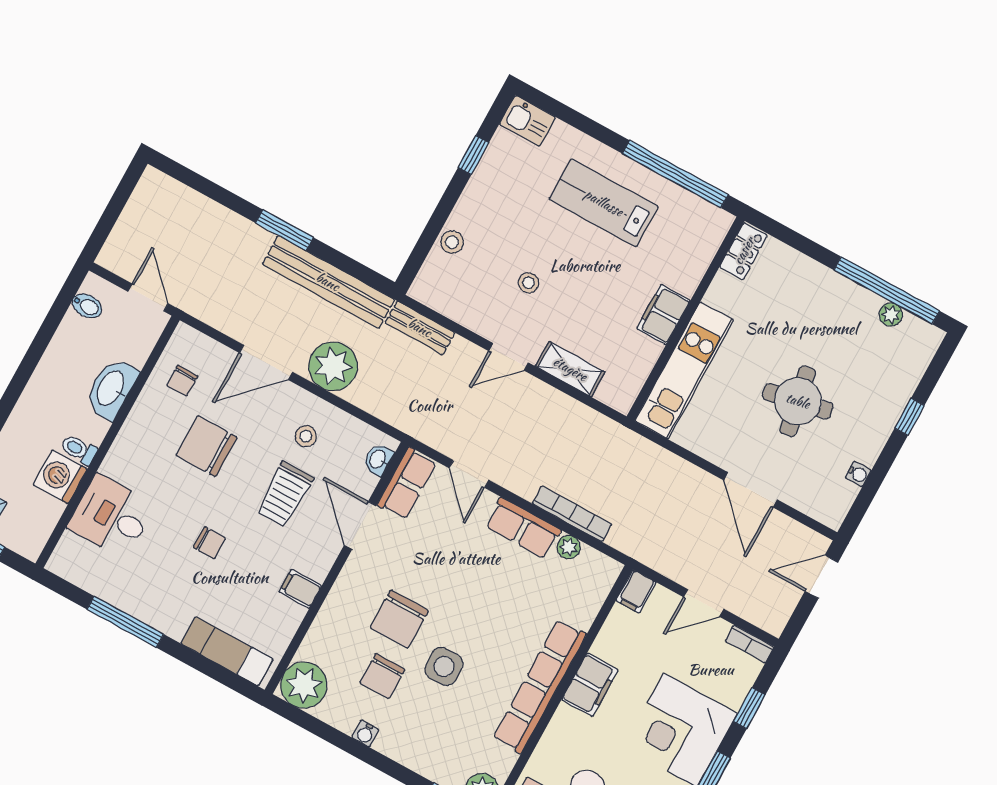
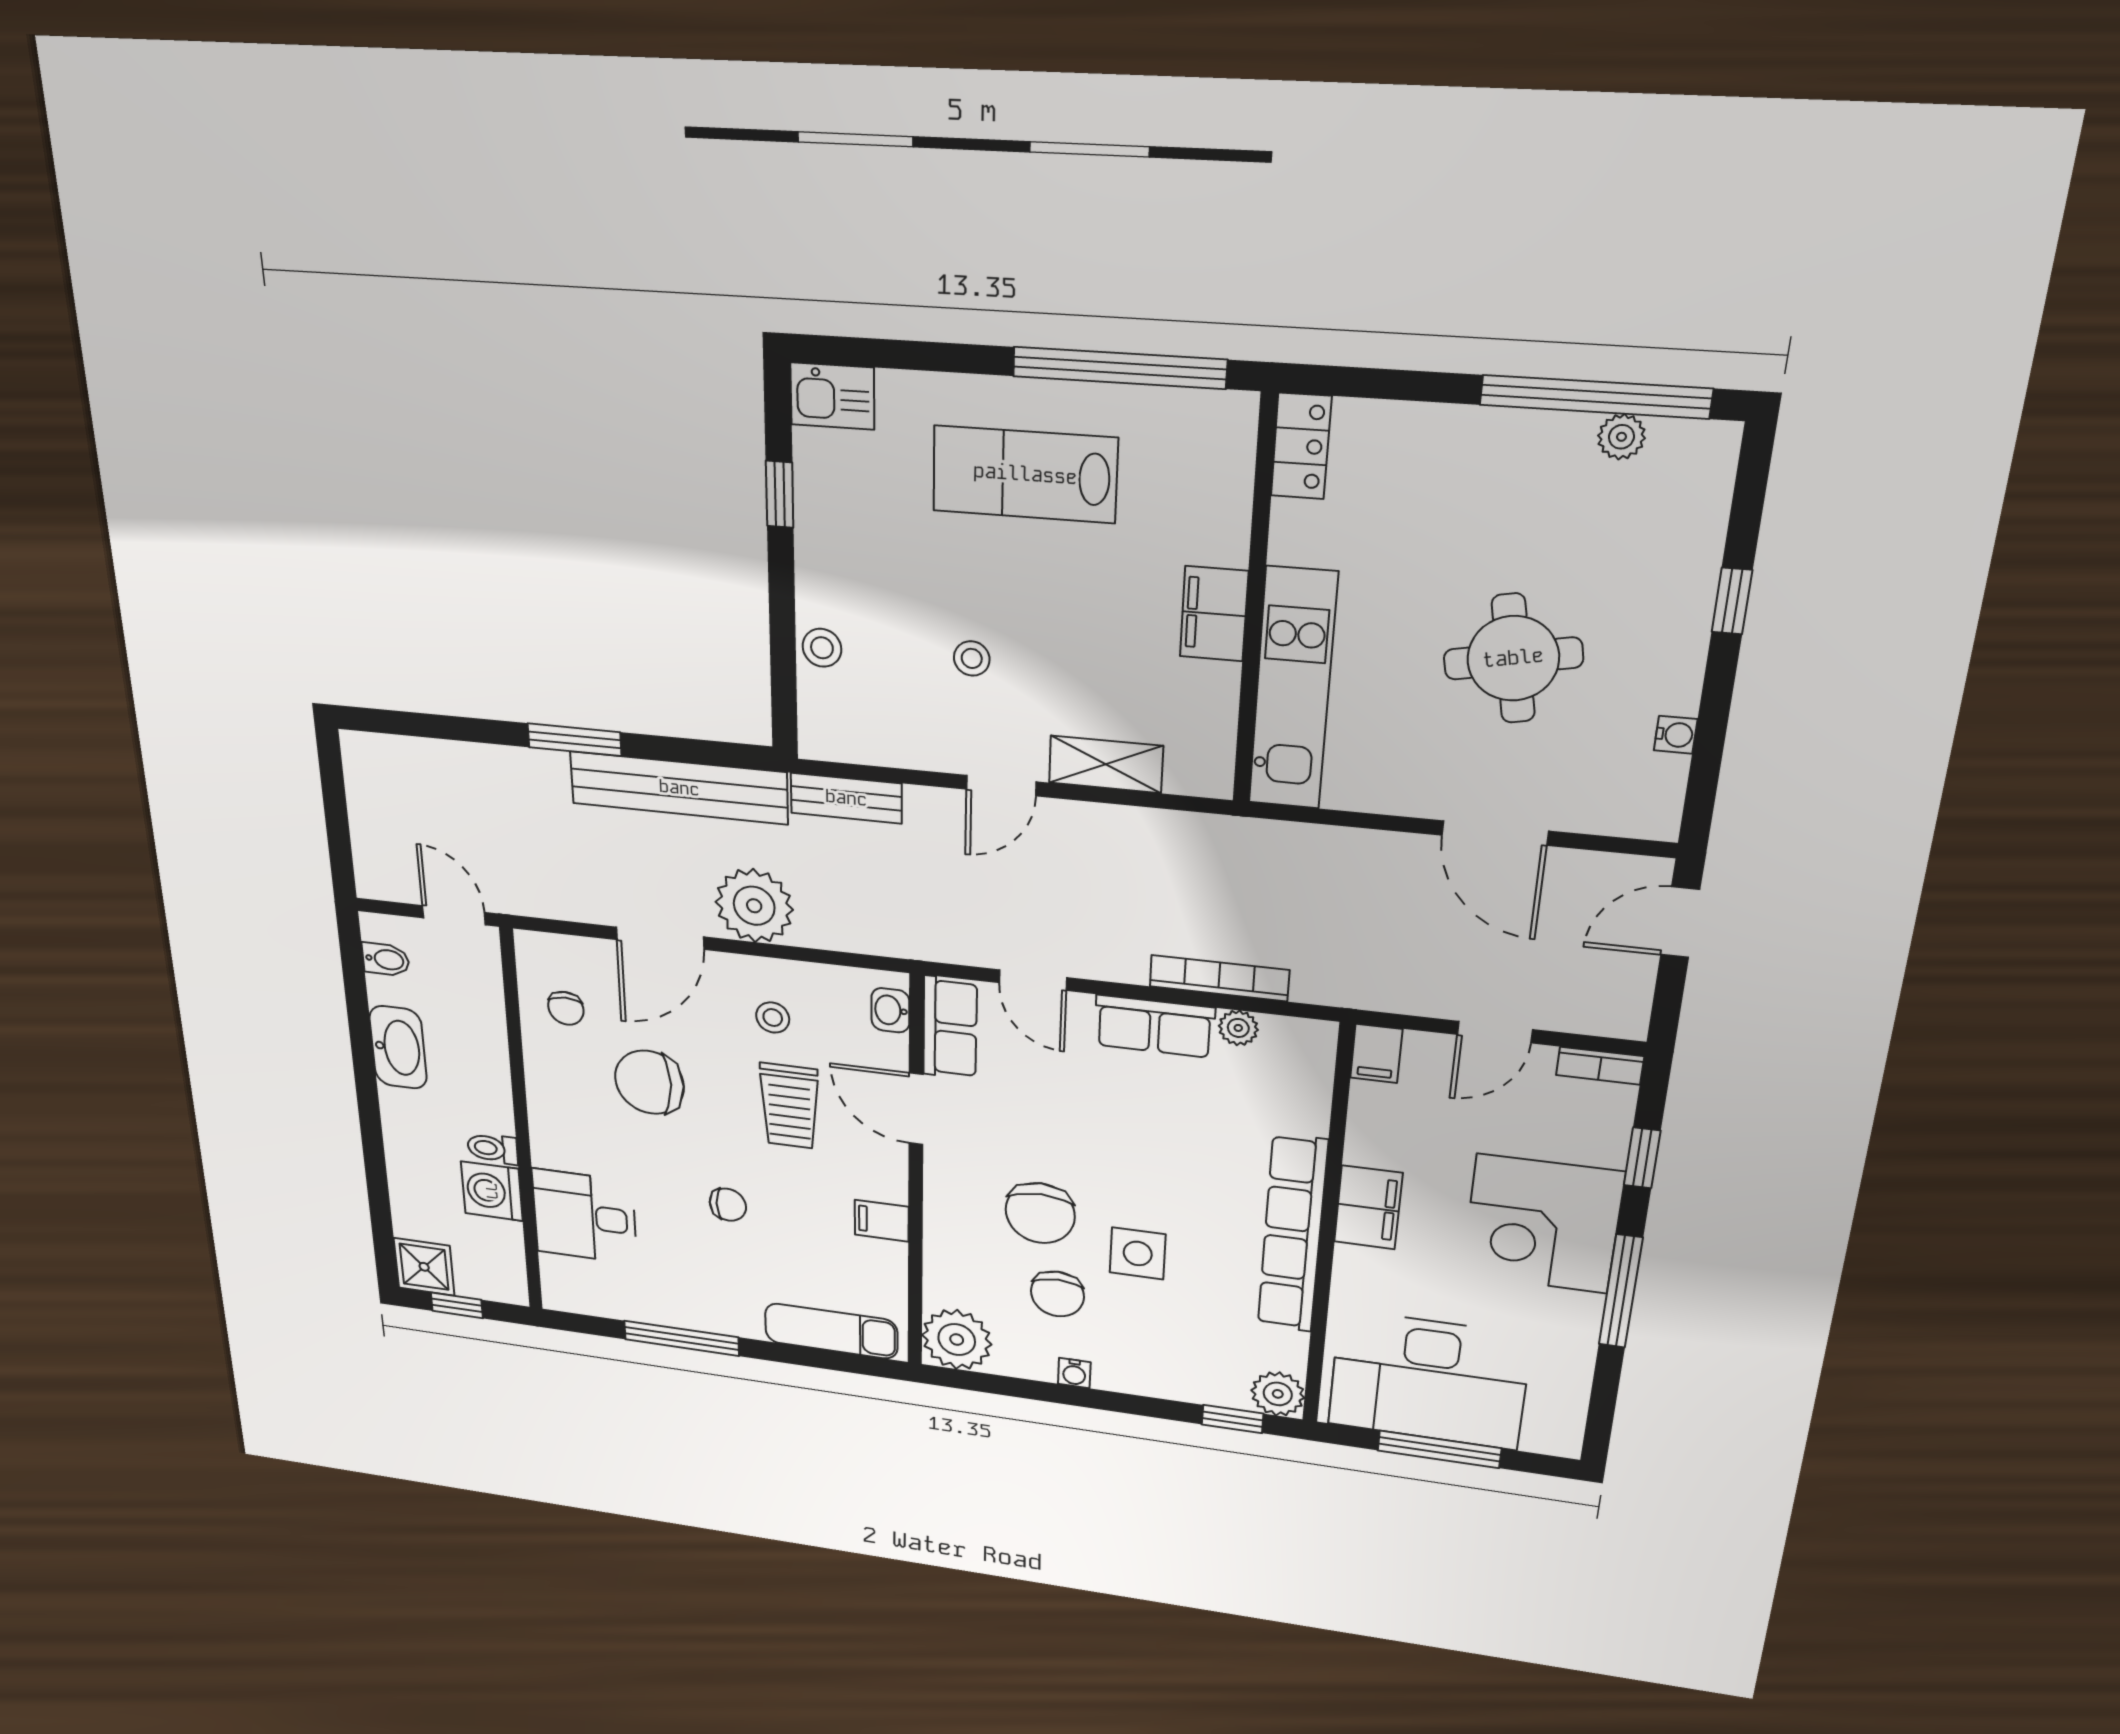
washbasin: (111, 389) -> (398, 1047), moved, turned 180

